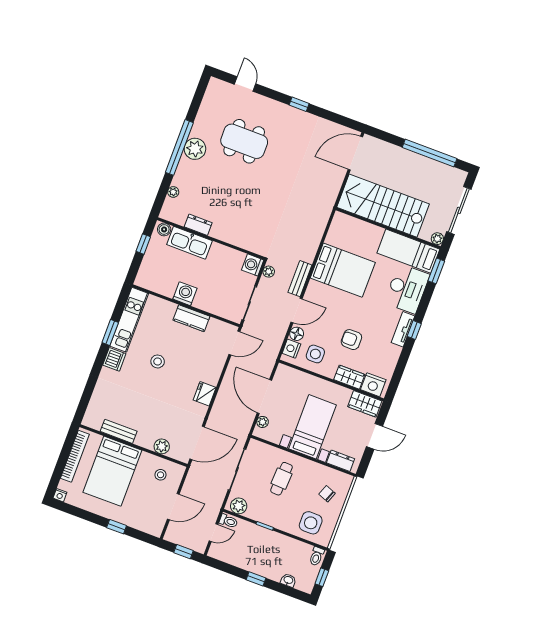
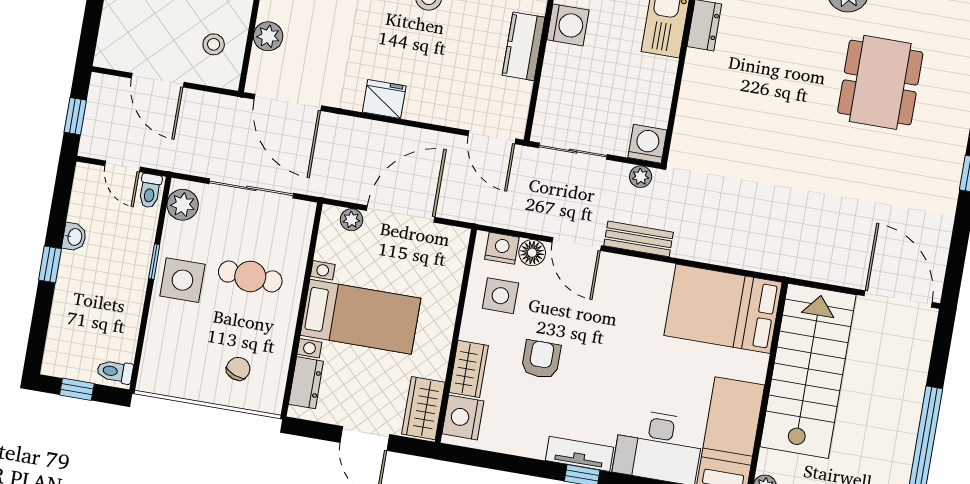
bed: (343, 270) -> (723, 309), moved, turned 90
side table: (311, 523) -> (182, 280), moved
washbasin: (288, 580) -> (74, 237), moved

